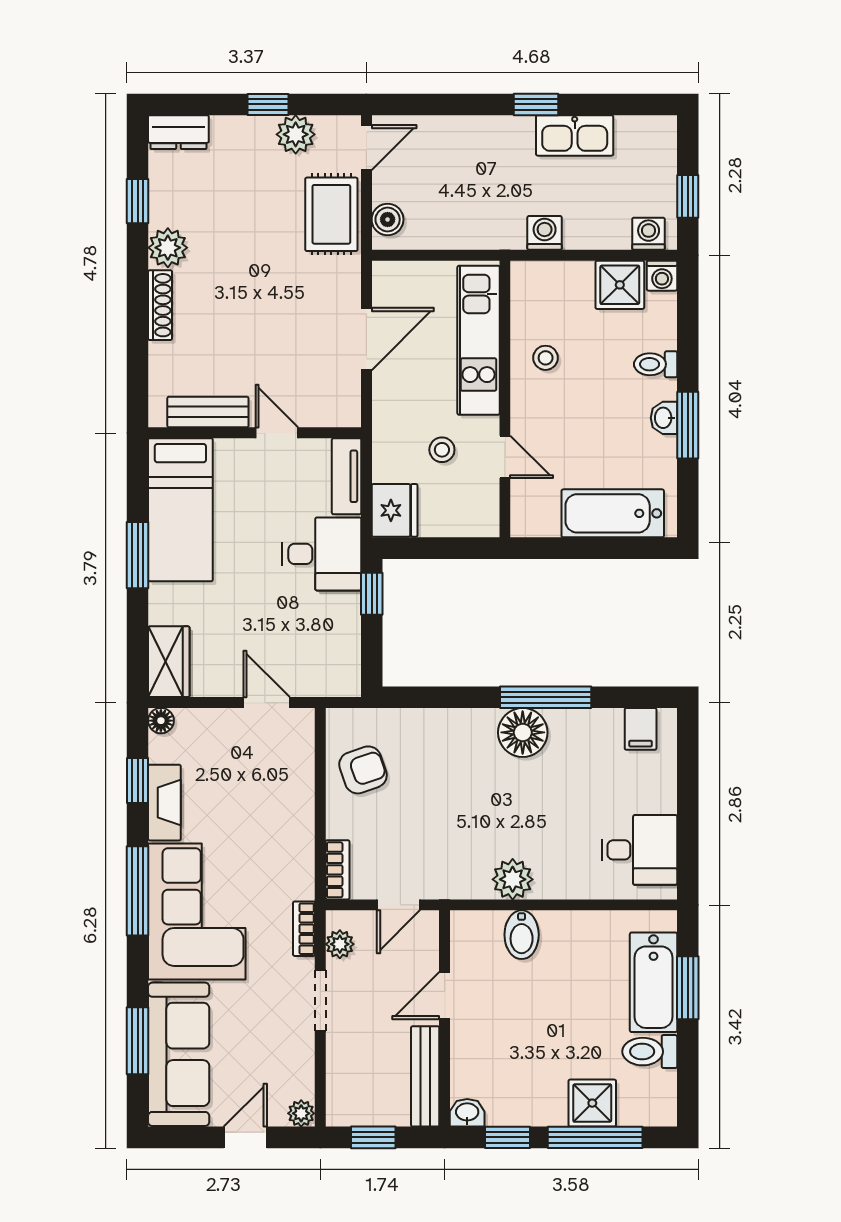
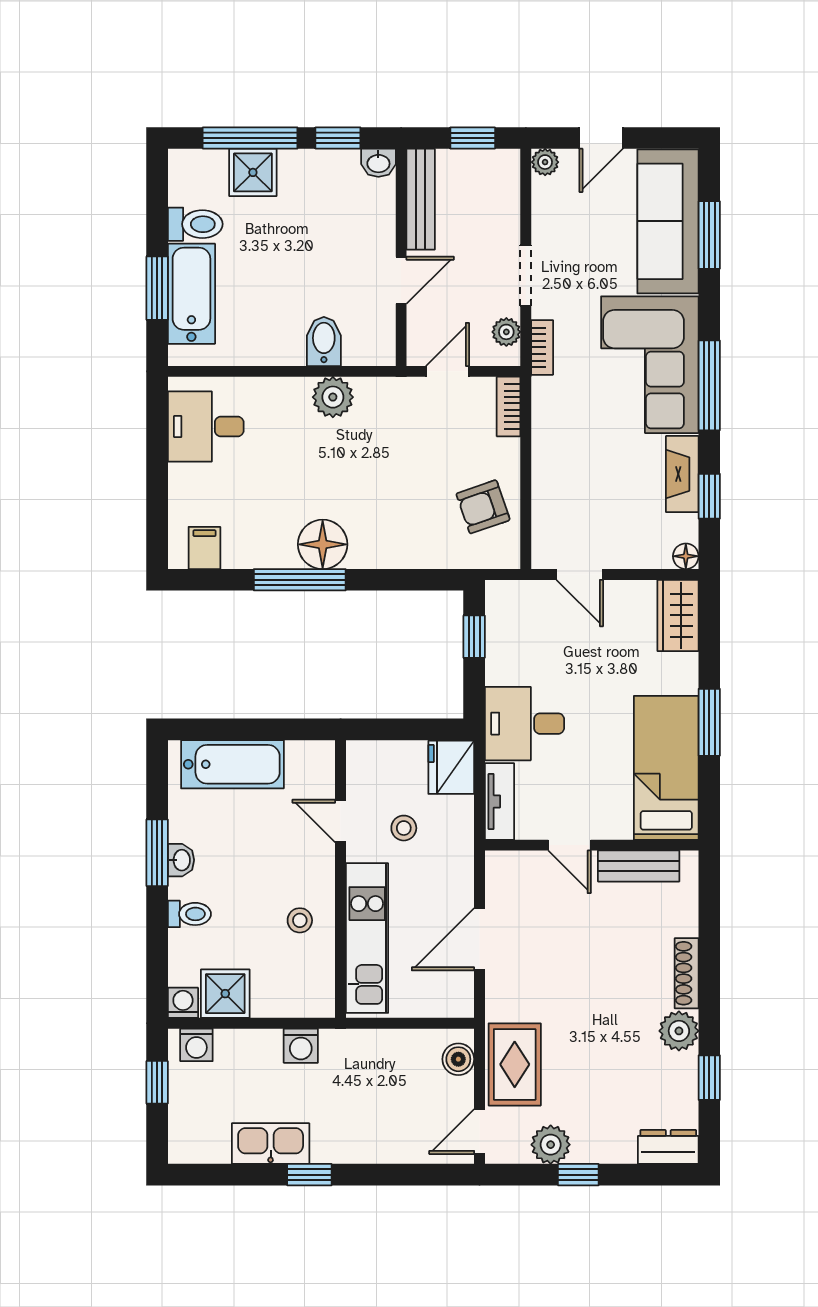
window: (372, 594) -> (474, 637), moved

